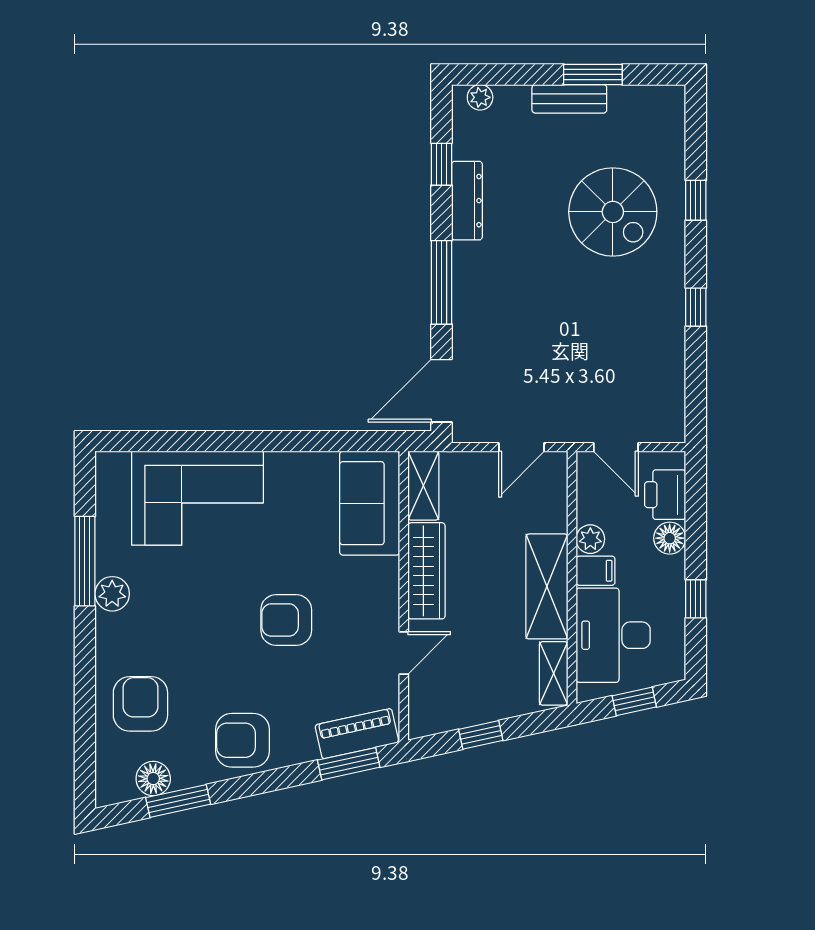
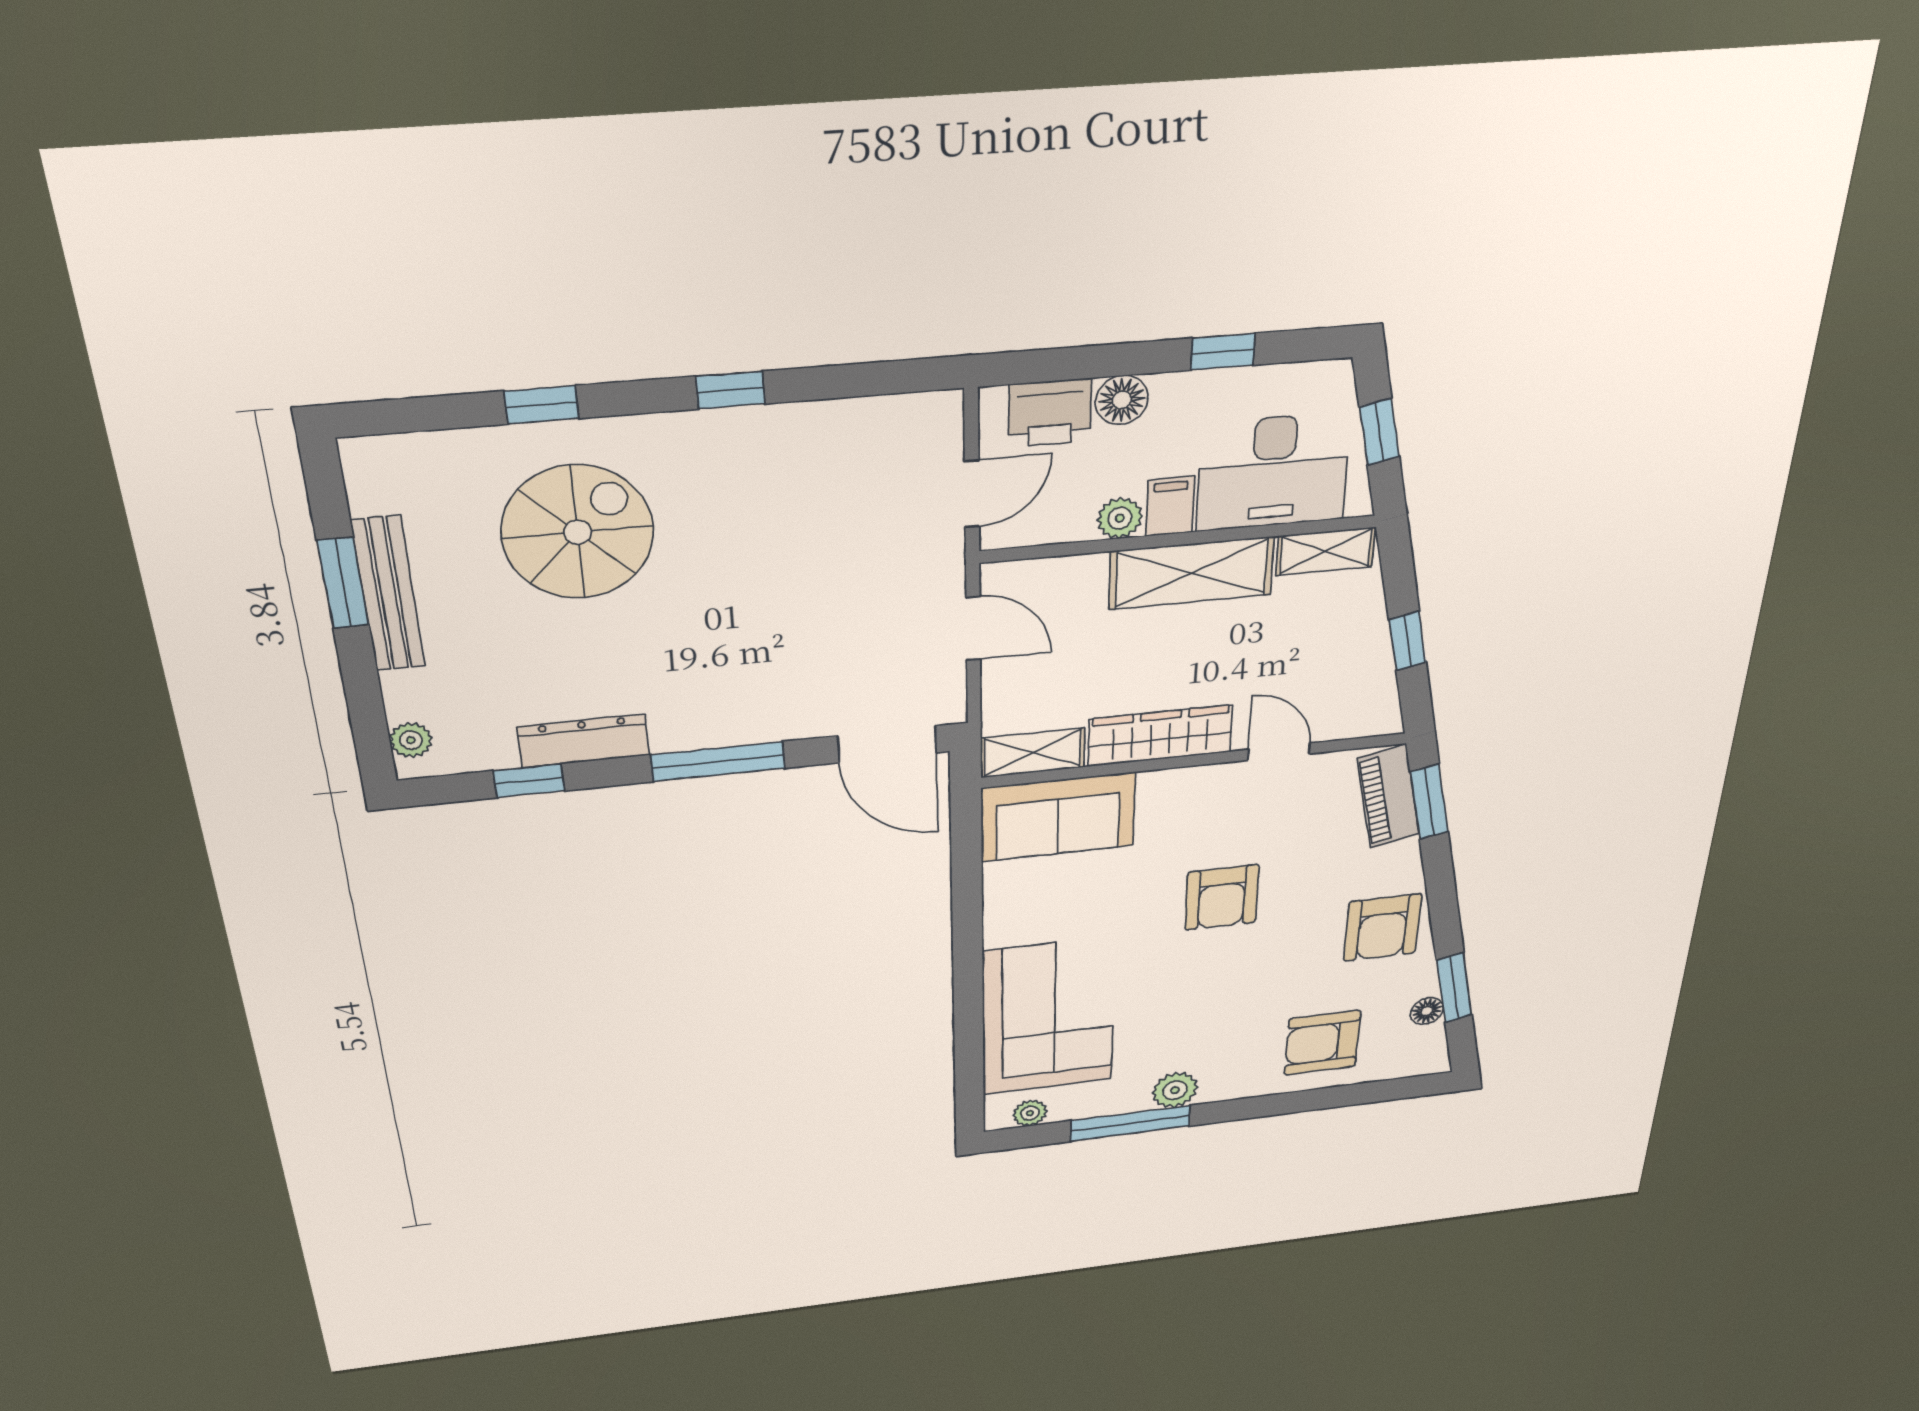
bench: (569, 99) -> (388, 594), width x1.36
plant: (108, 486) -> (1030, 1113), added
floor lamp: (153, 779) -> (1427, 1011), width x0.73, depth x0.73

